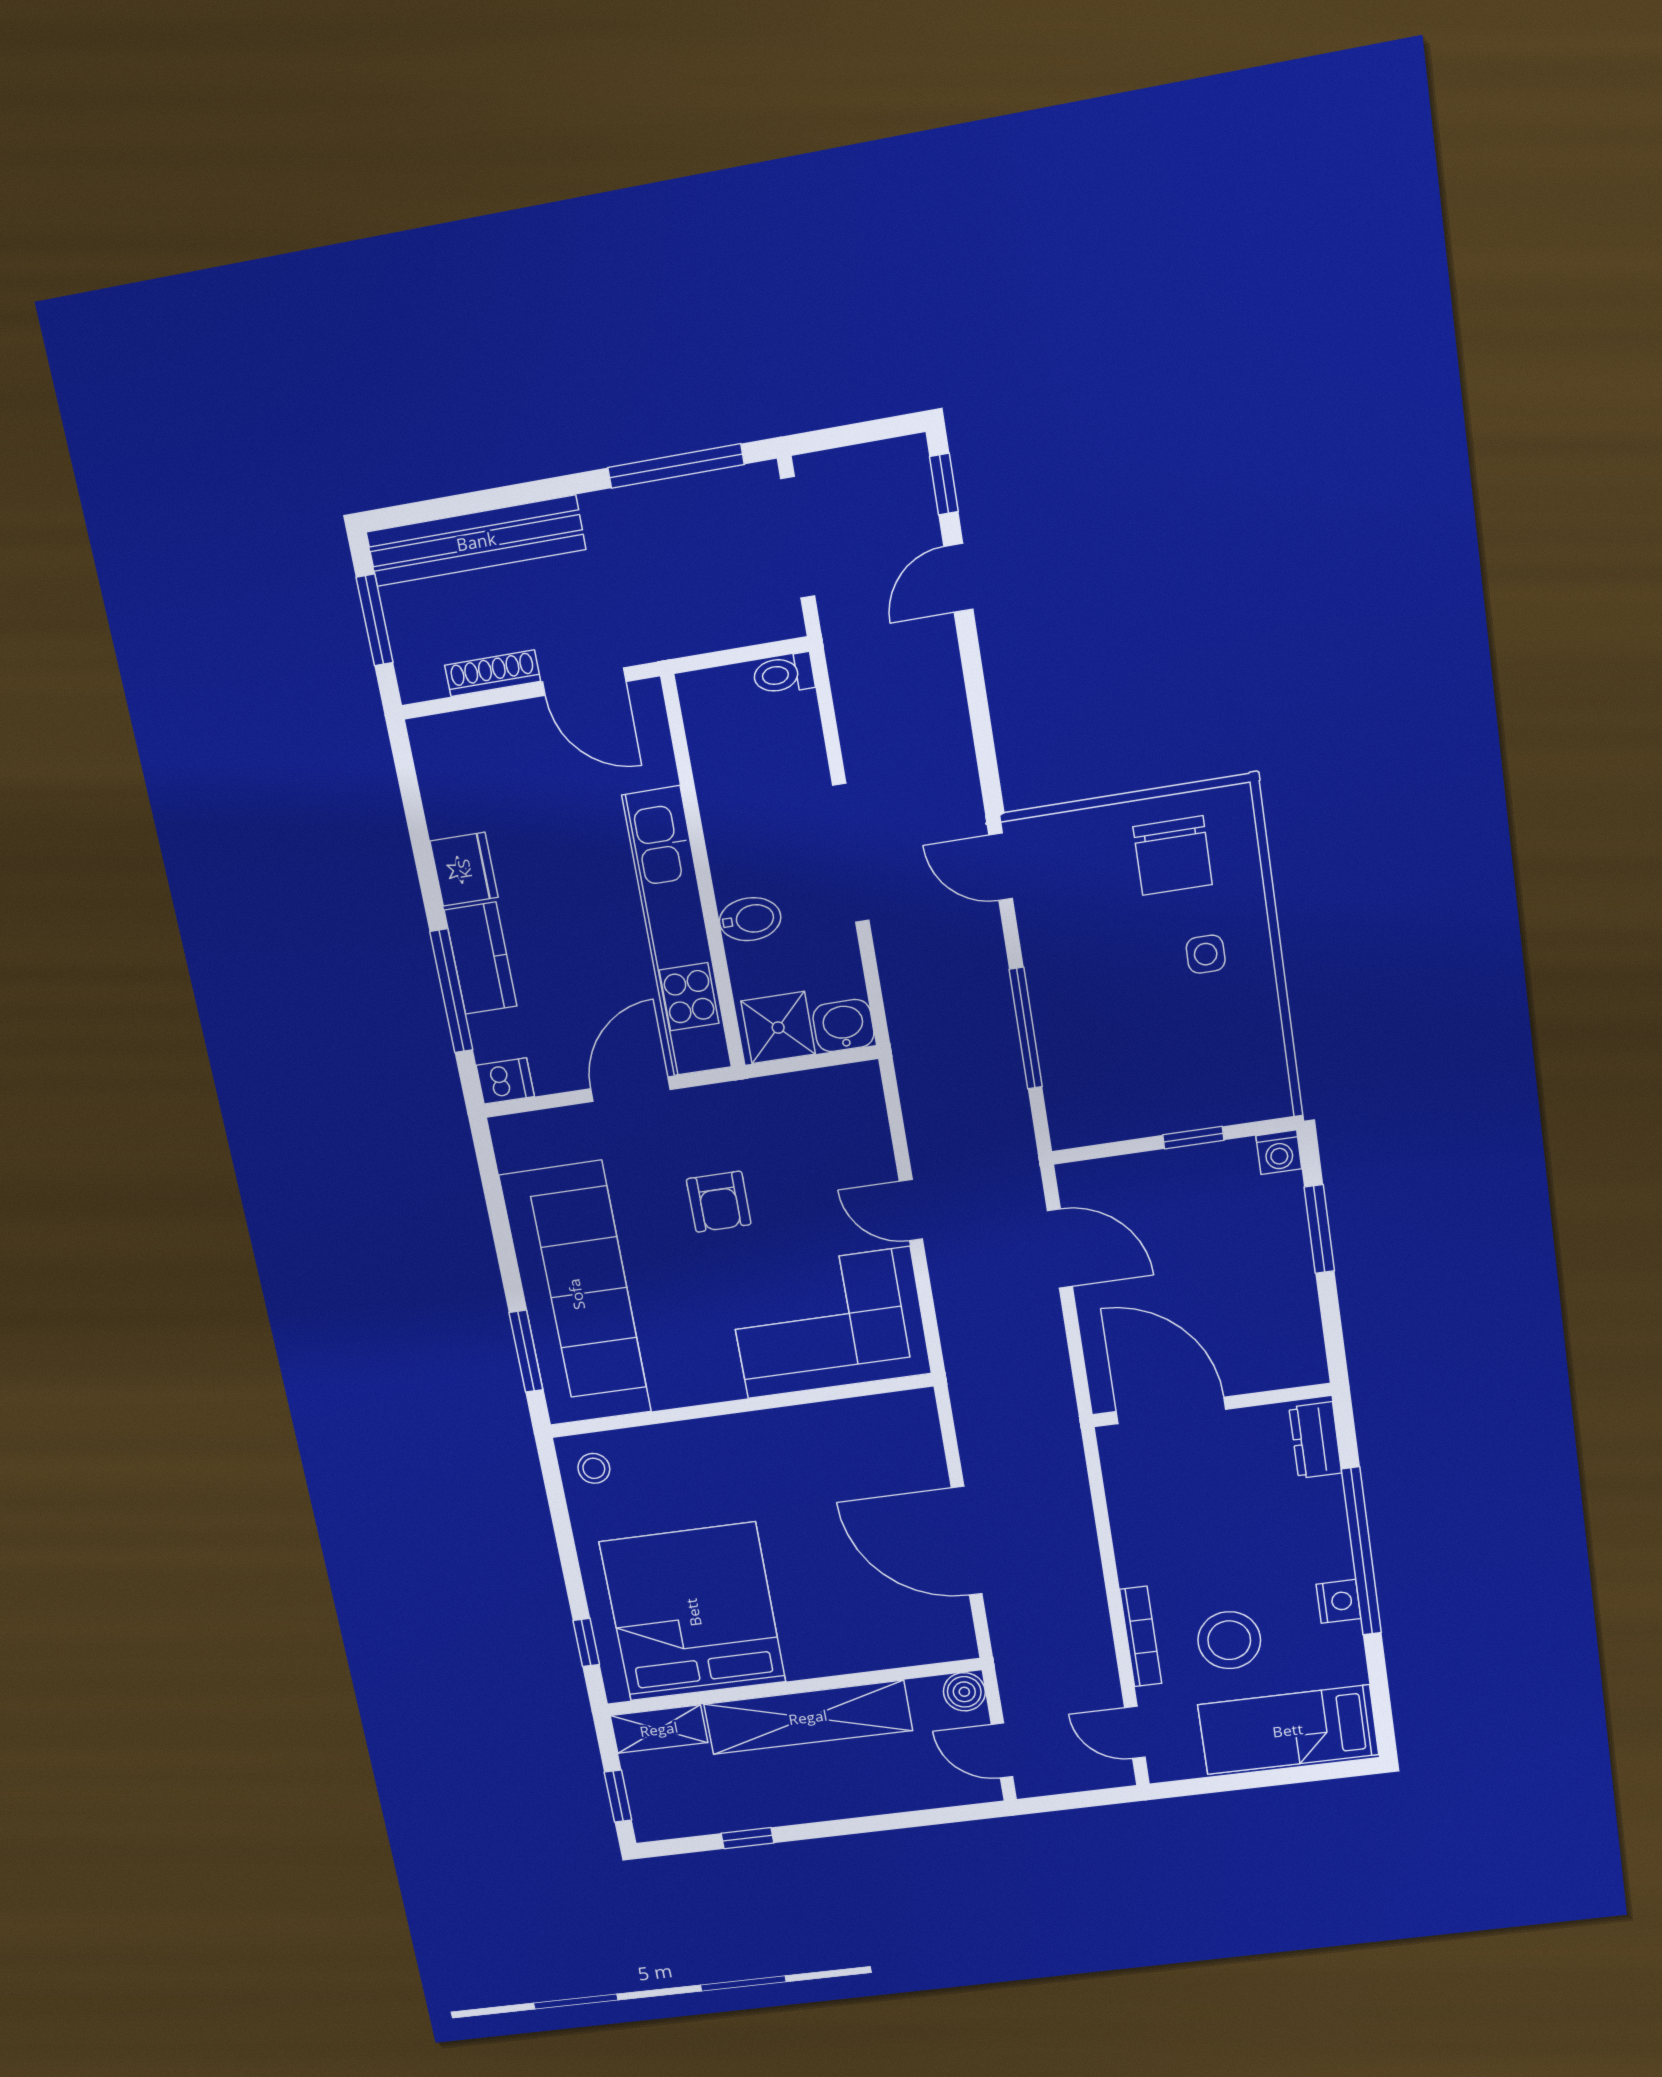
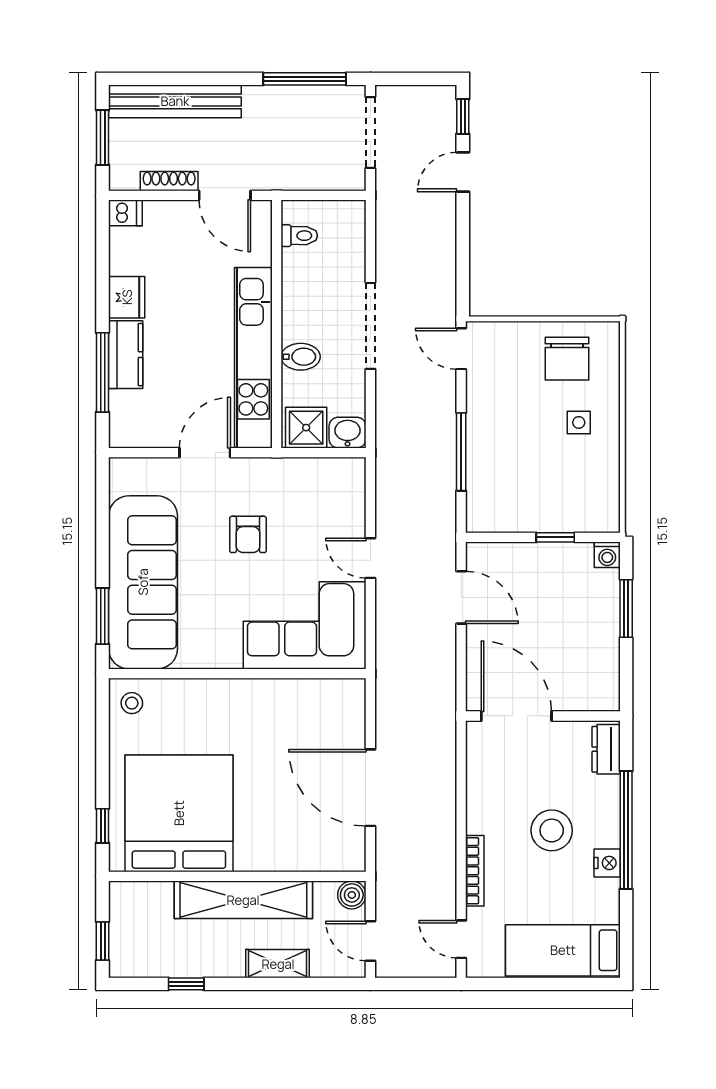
toilet: (784, 674) -> (299, 236), moved, turned 180
dishwasher: (505, 1081) -> (125, 213), moved
stool: (1229, 1640) -> (552, 830), moved
shelving: (659, 1729) -> (278, 964), moved

